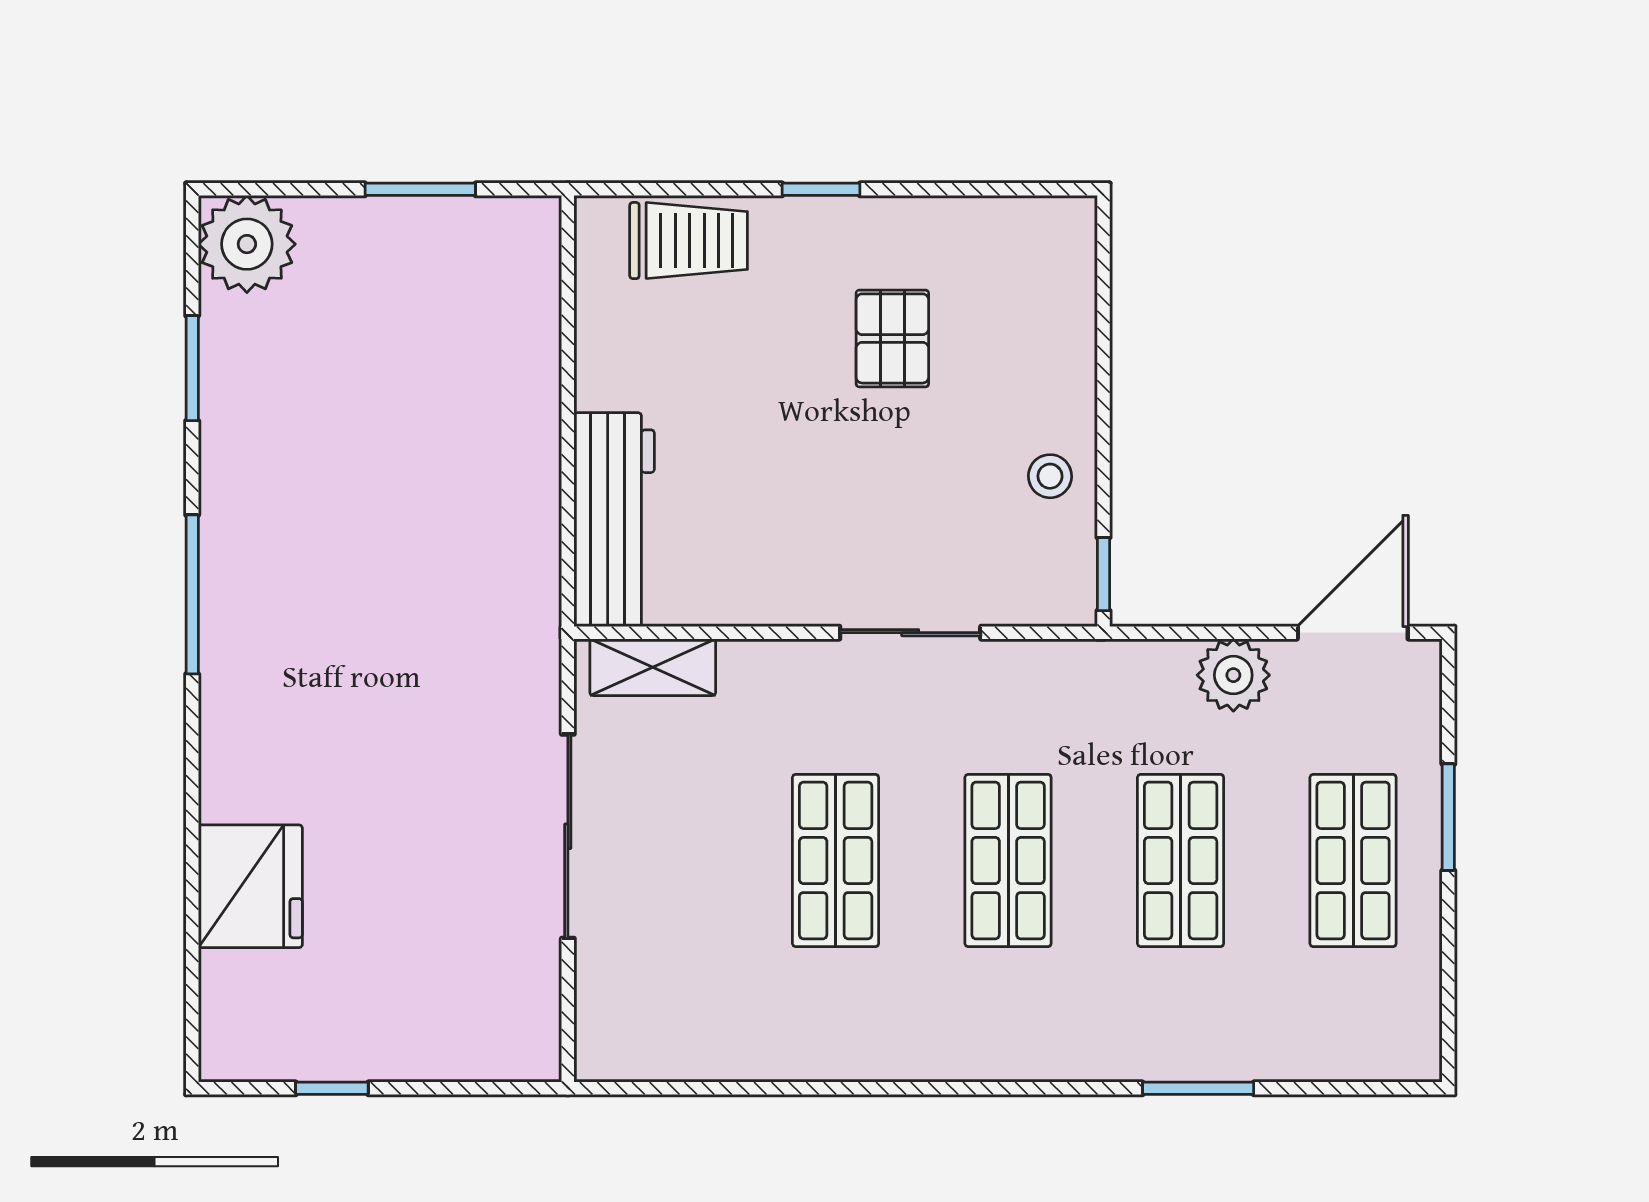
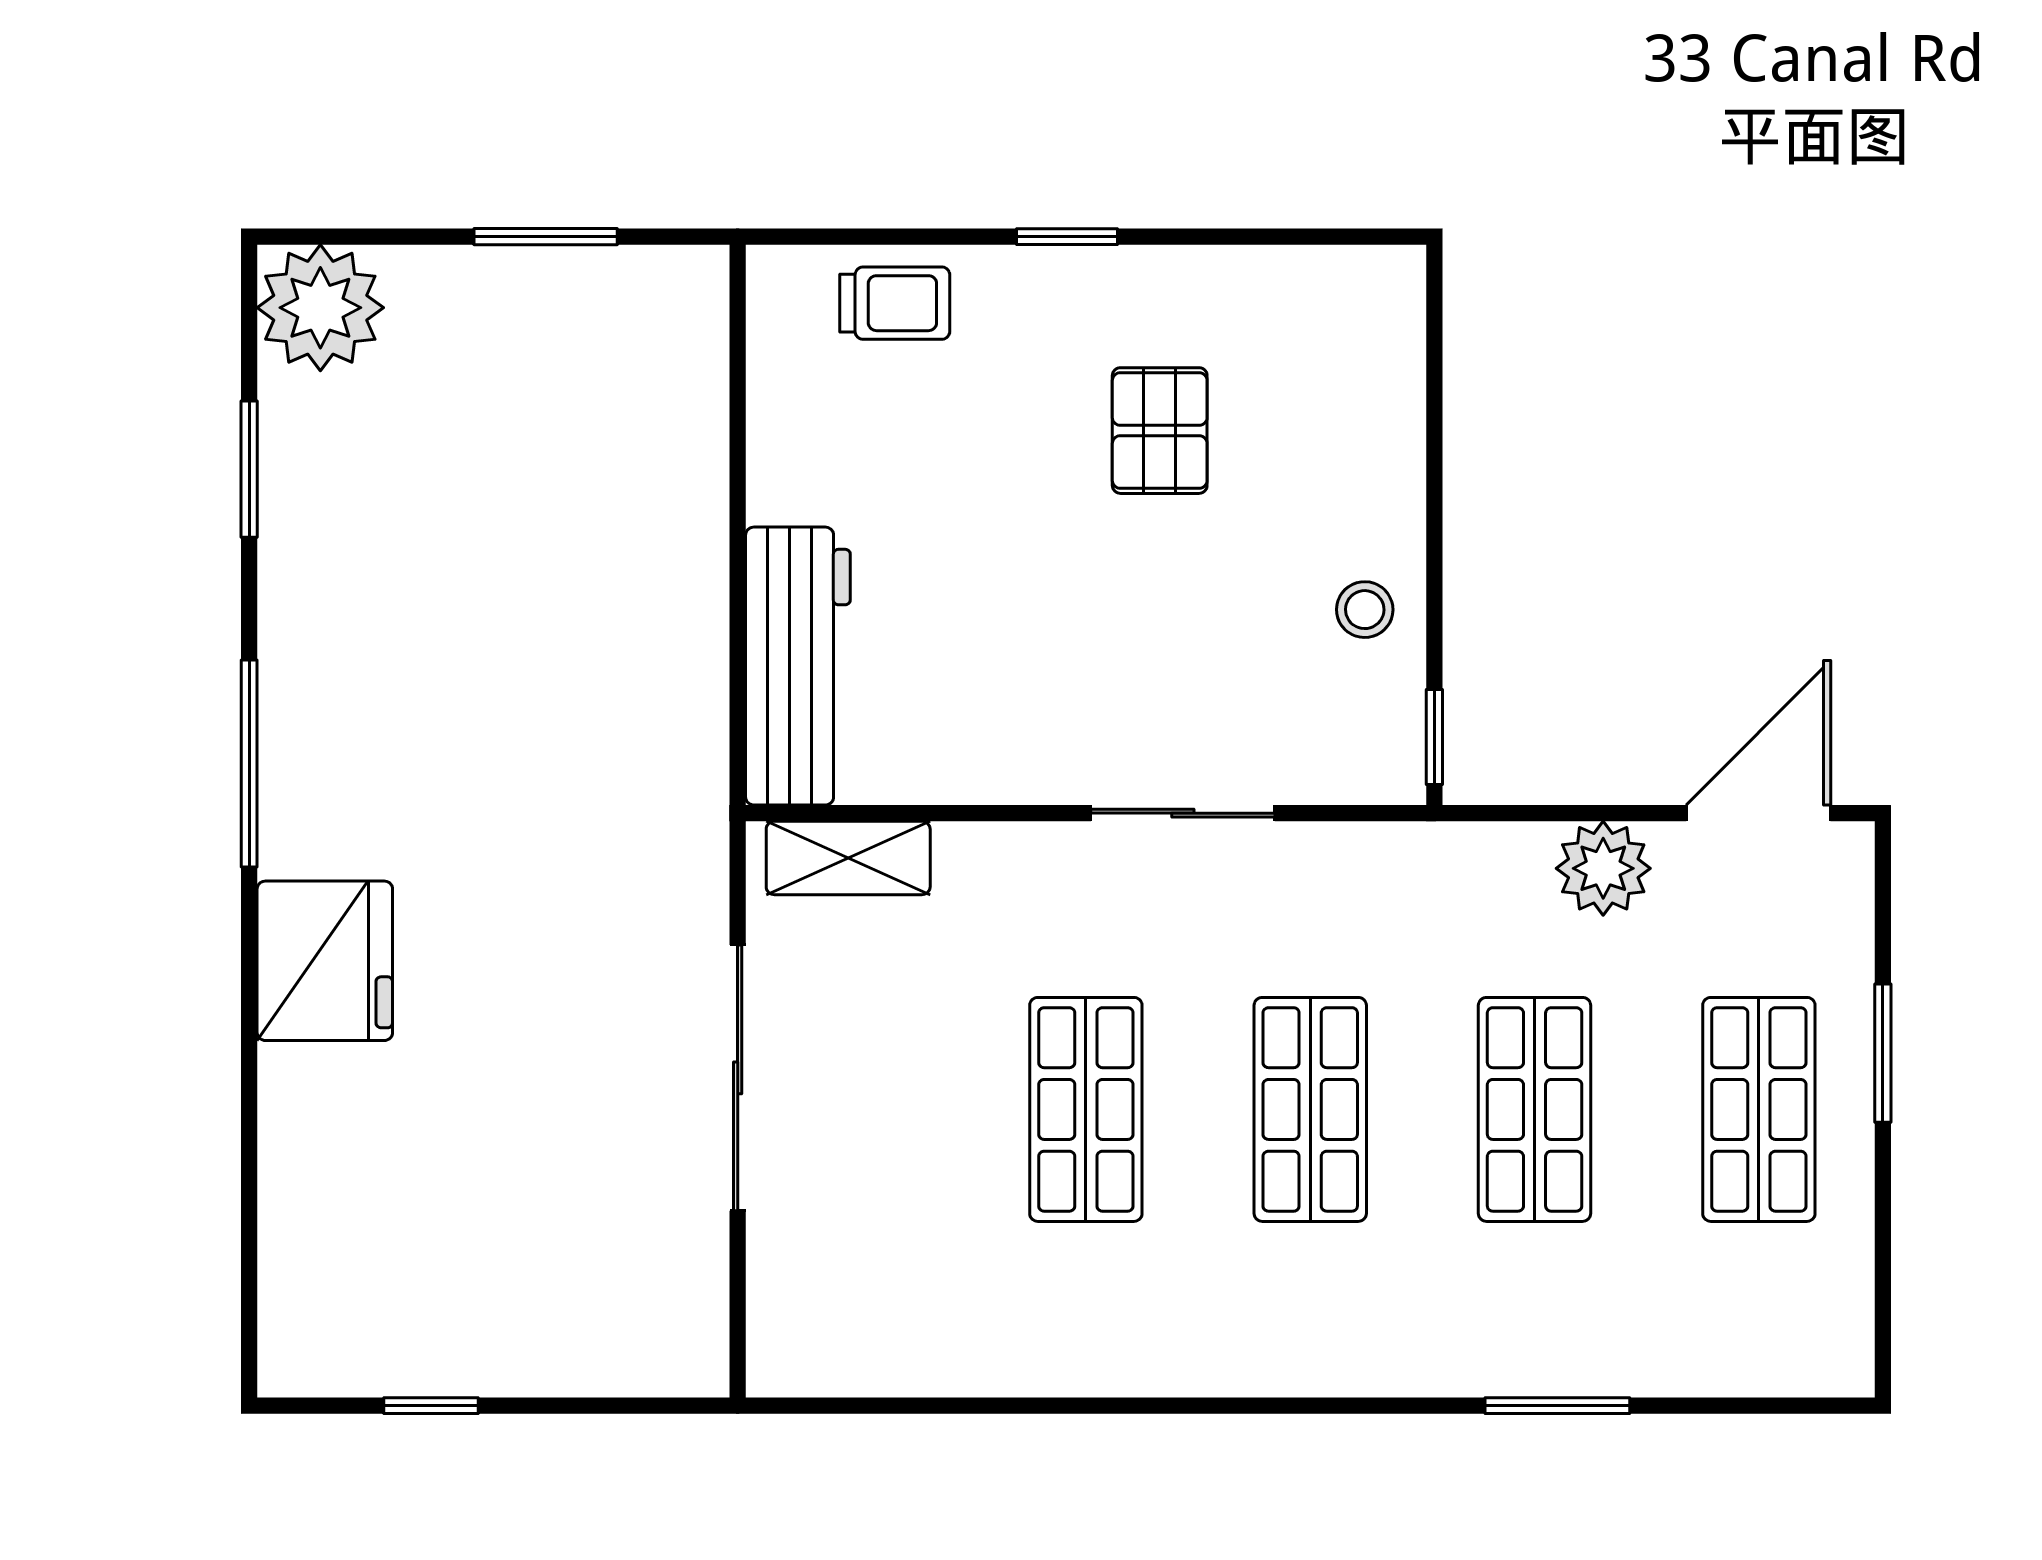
trolley: (689, 241) -> (895, 303), width x0.73, depth x0.72
fridge: (250, 886) -> (325, 961), moved

